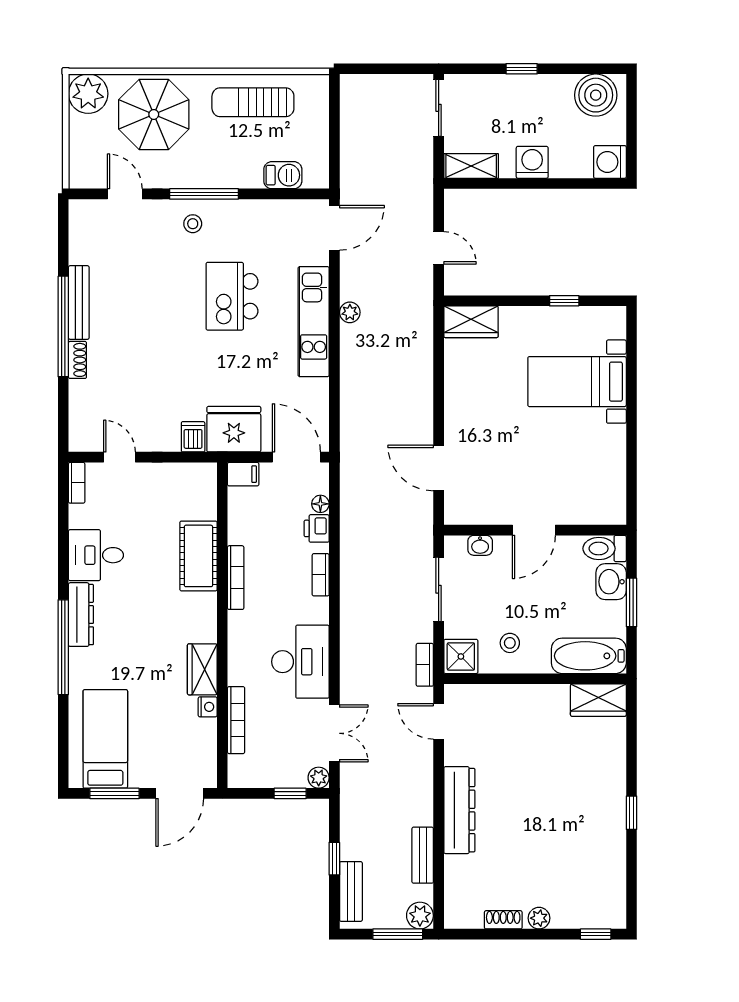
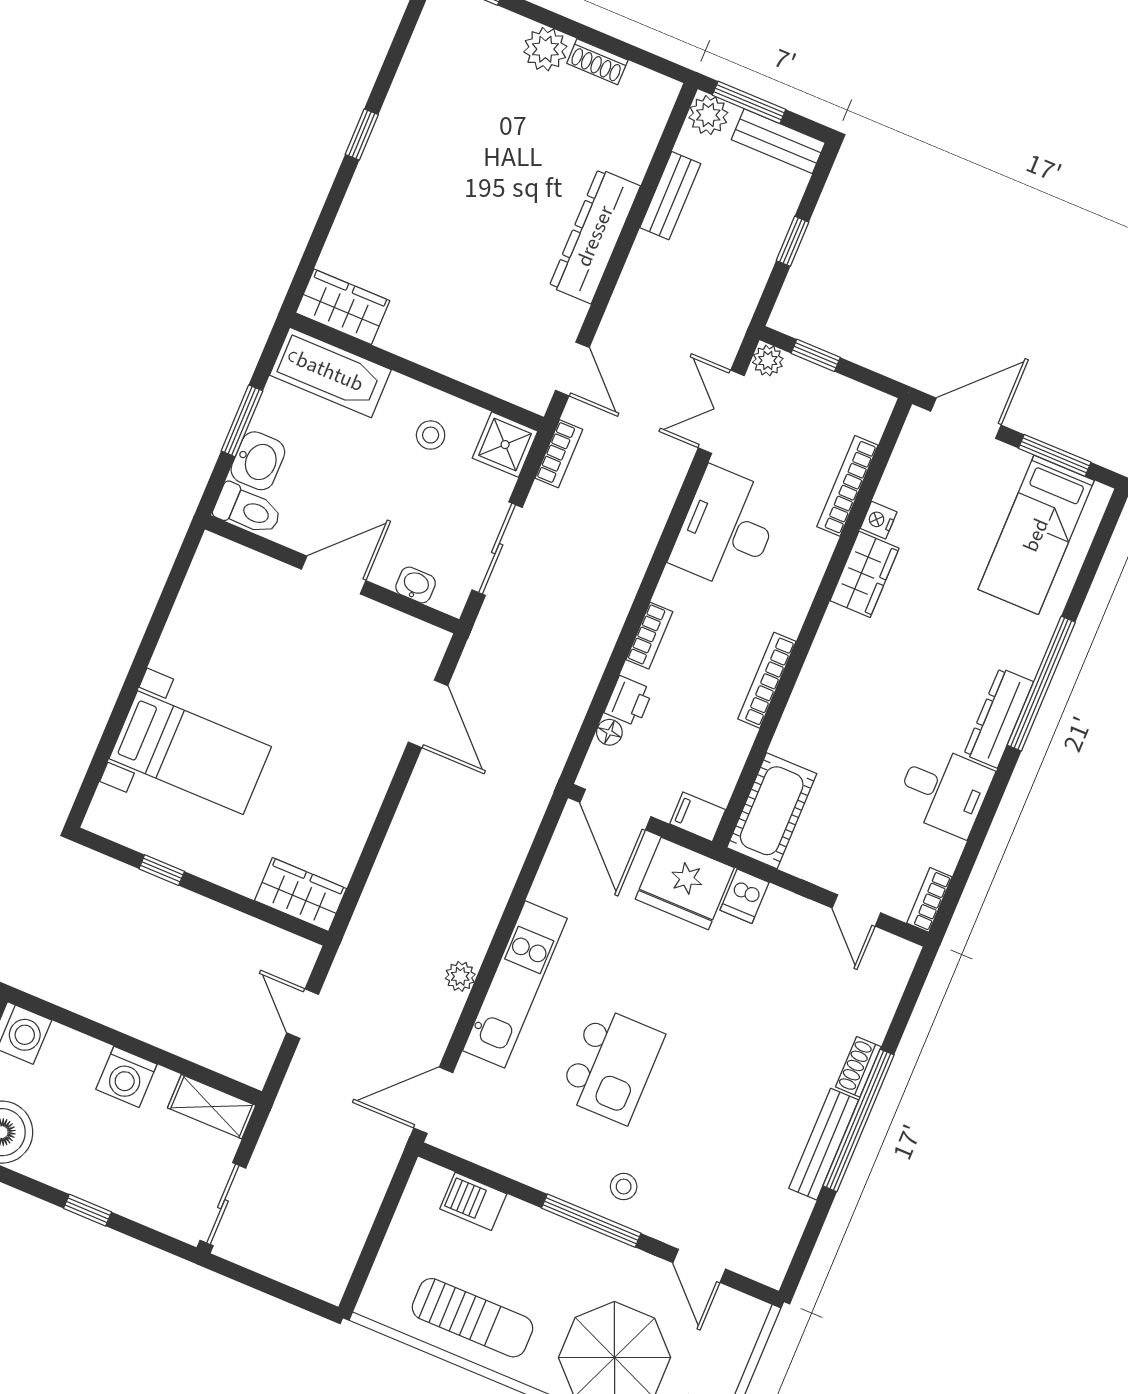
cot: (198, 556) -> (772, 811), moved
bench: (351, 891) -> (778, 141), moved, turned 90
plant: (539, 918) -> (545, 49), width x1.38, depth x1.38

